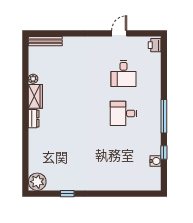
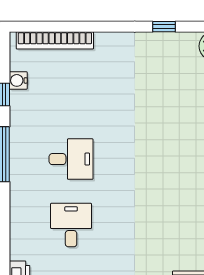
bookcase: (133, 185) -> (55, 40), added

